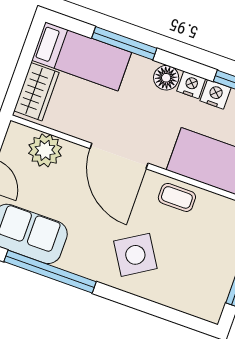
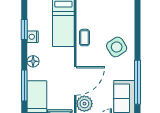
nightstand: (191, 85) -> (32, 49), removed
door: (119, 156) -> (75, 81), moved

